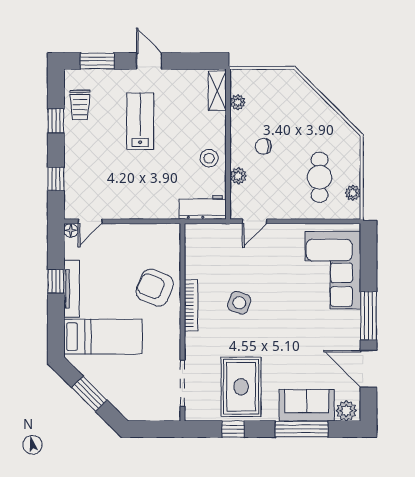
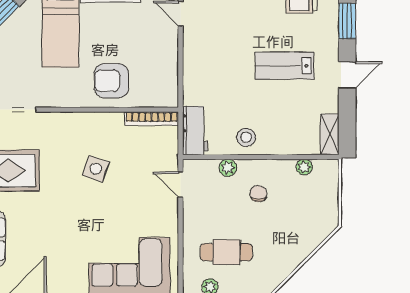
shelving: (217, 91) -> (330, 134), moved, turned 90
lab bench: (140, 121) -> (284, 66), turned 180
armchair: (155, 288) -> (111, 81), turned -112
bookcase: (191, 305) -> (152, 119), moved

